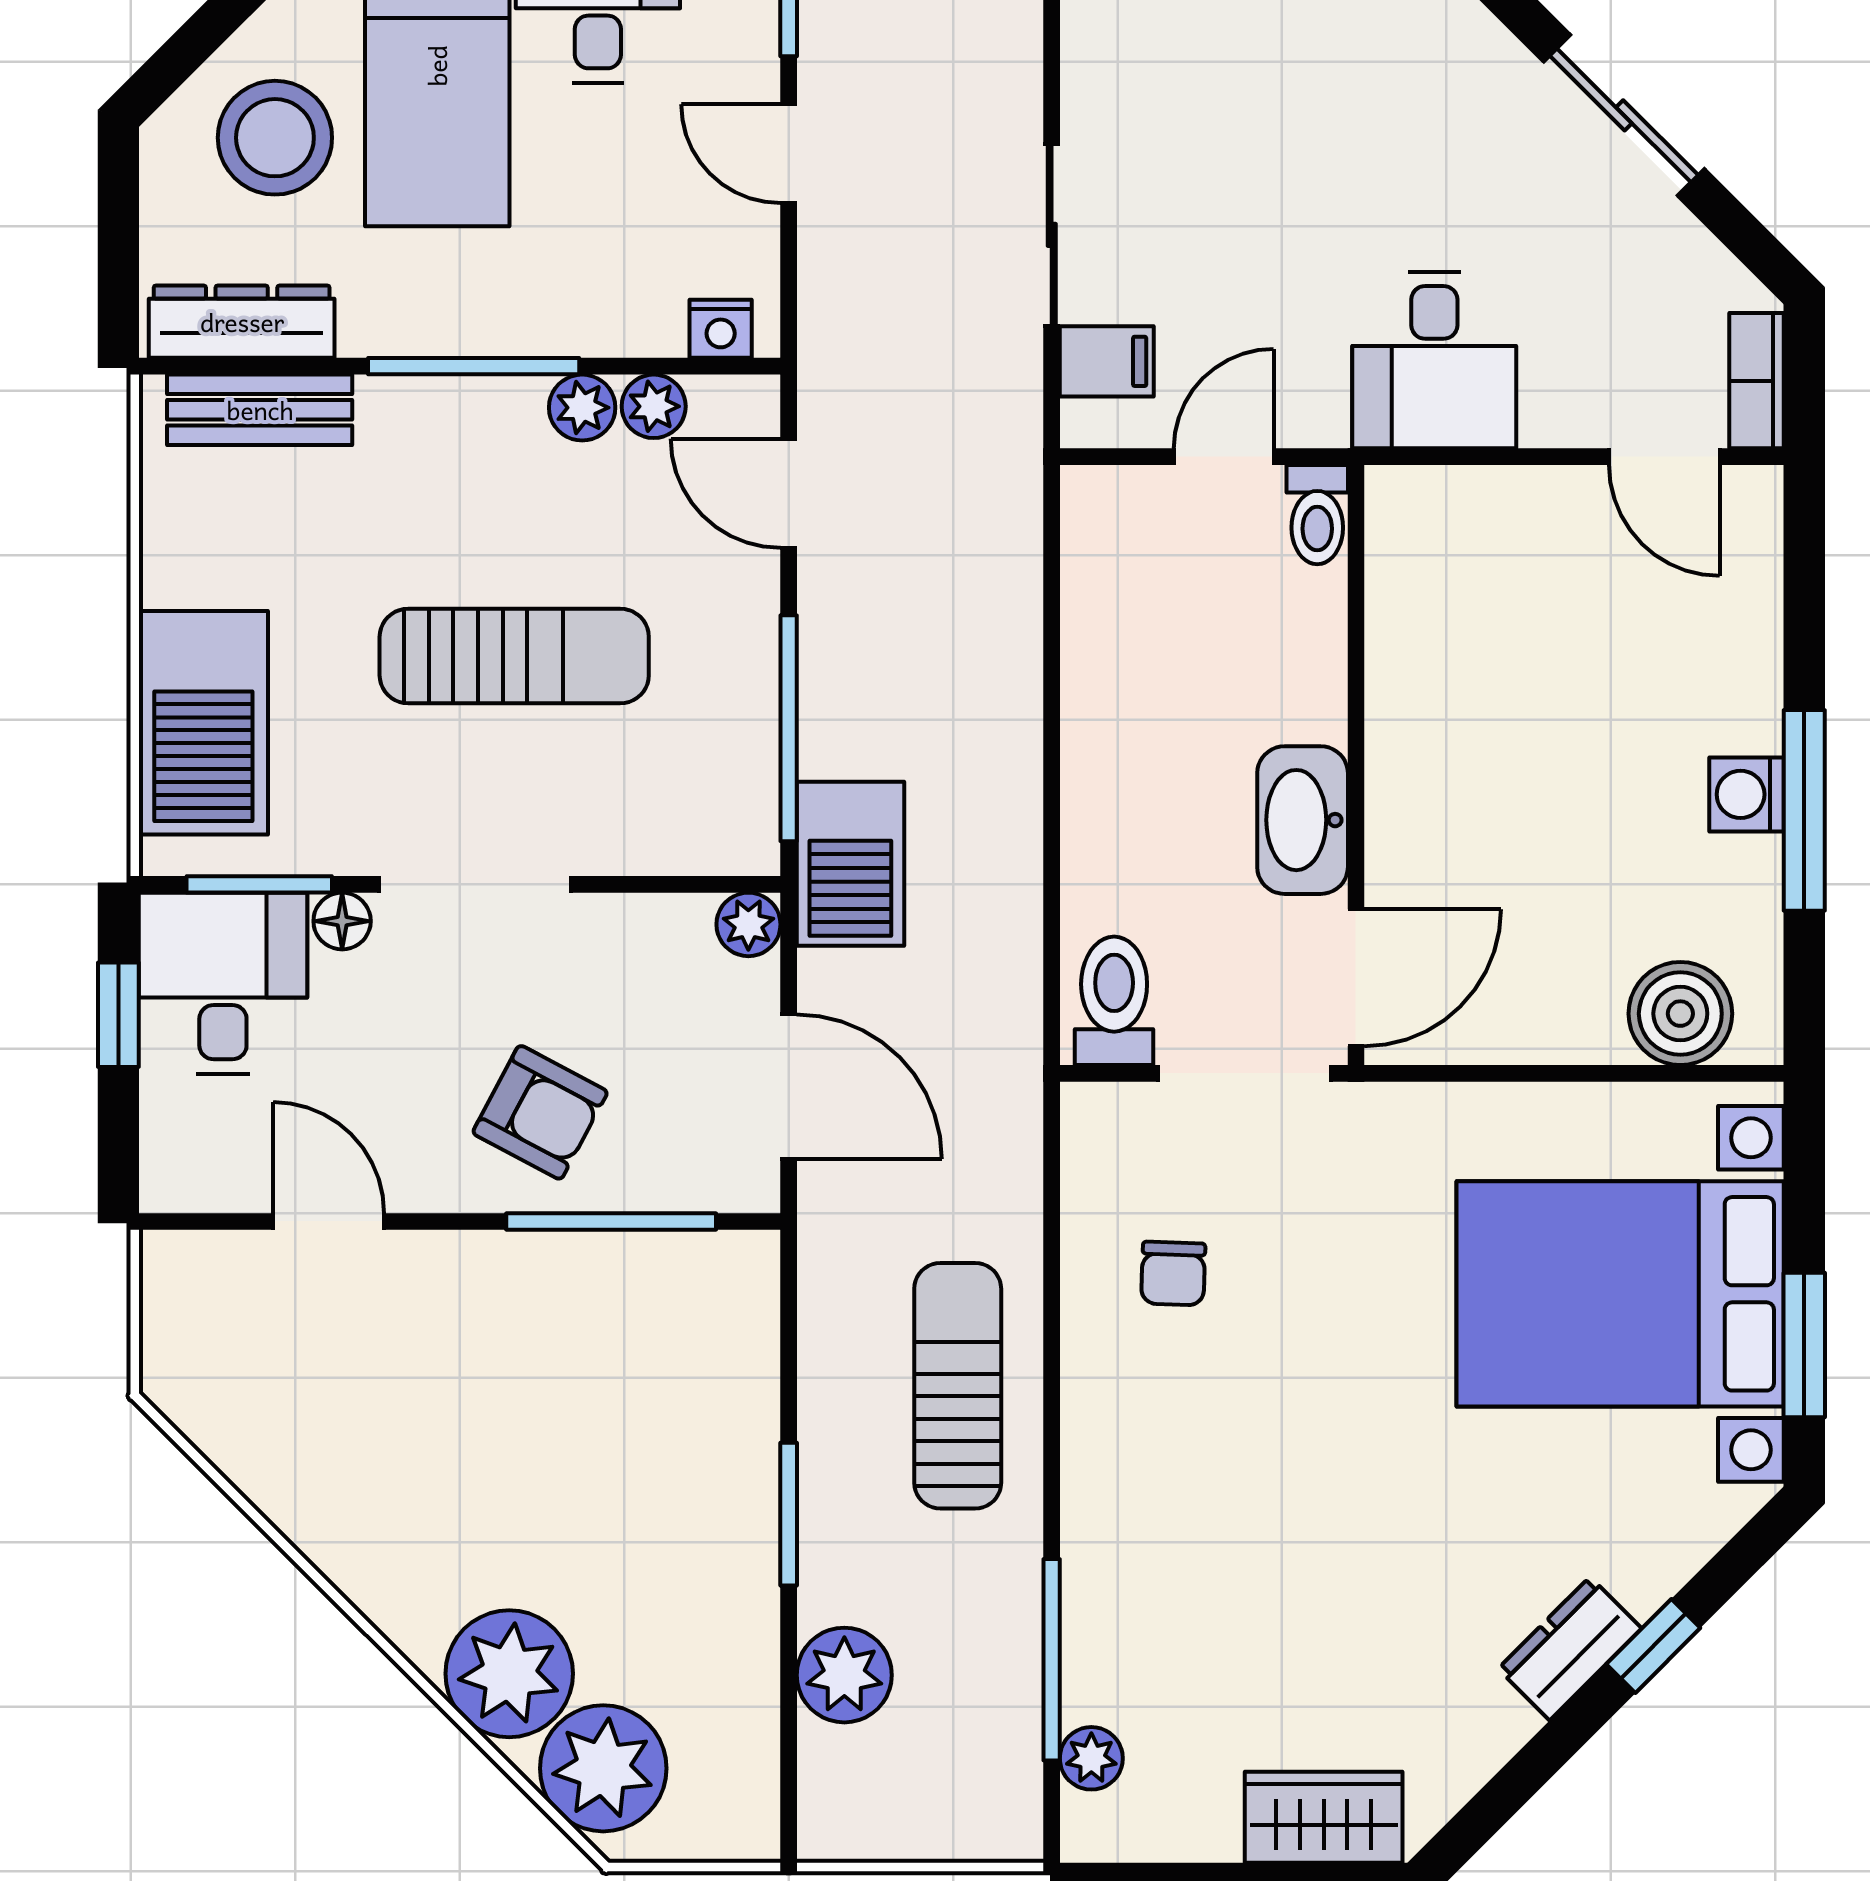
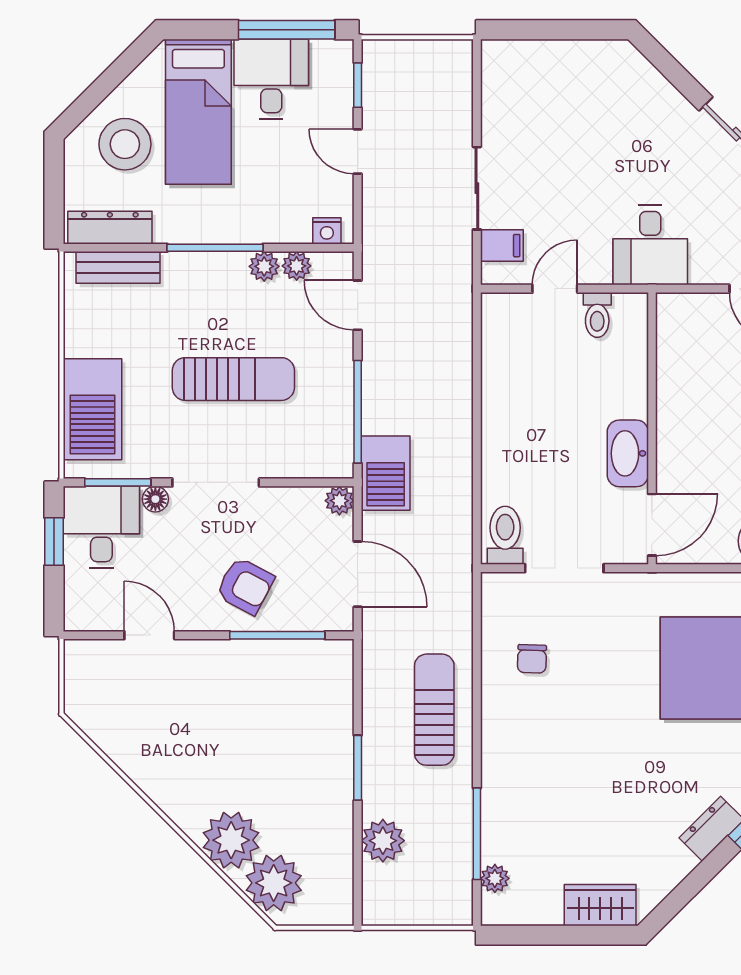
wall: (1356, 765) -> (652, 428), moved
washbasin: (1303, 820) -> (628, 453), moved
door: (1356, 978) -> (652, 525), moved

